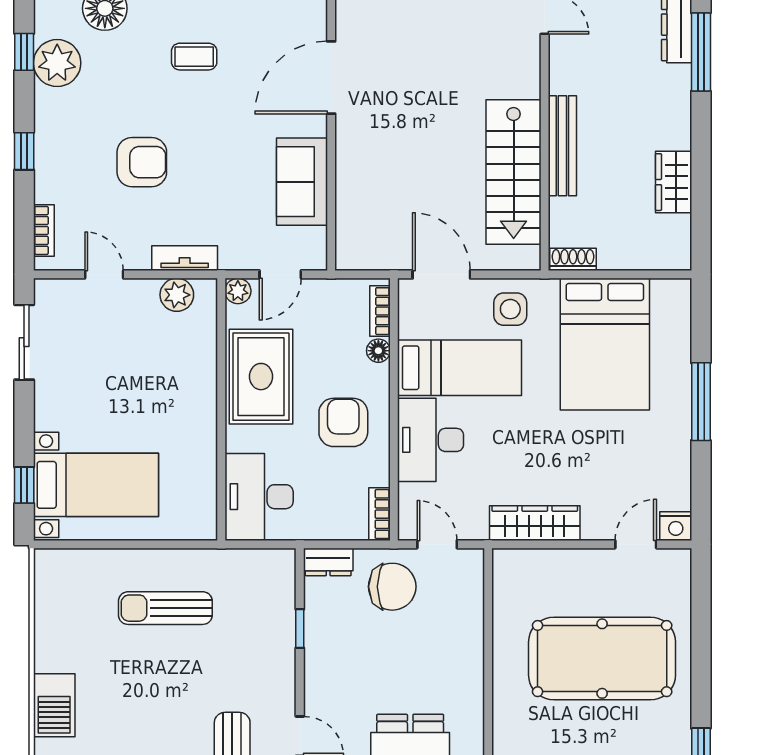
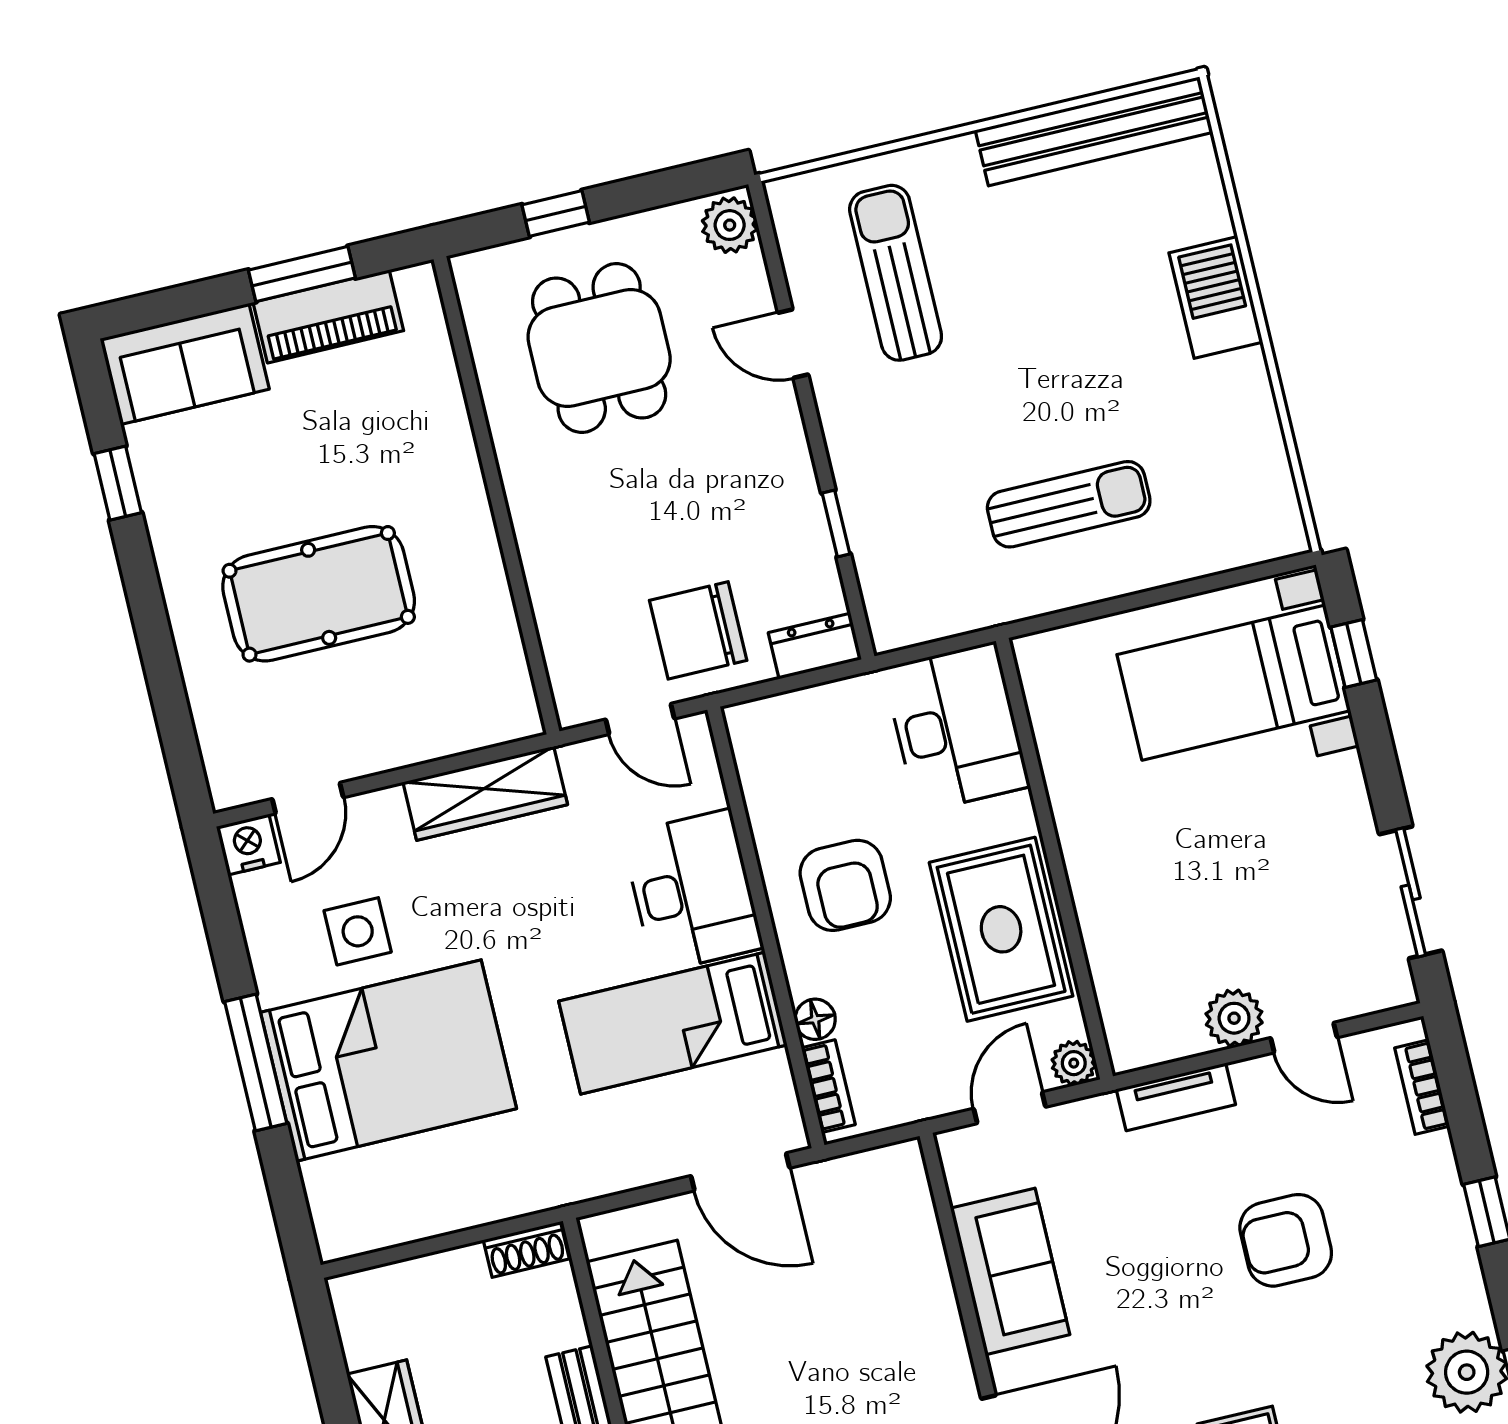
plant: (177, 295) -> (1234, 1018), moved
side table: (510, 309) -> (358, 931), moved
bed: (605, 344) -> (389, 1061), moved, turned 90
bookcase: (380, 514) -> (748, 747), removed
pool table: (602, 659) -> (319, 594), width x0.73, depth x0.76

